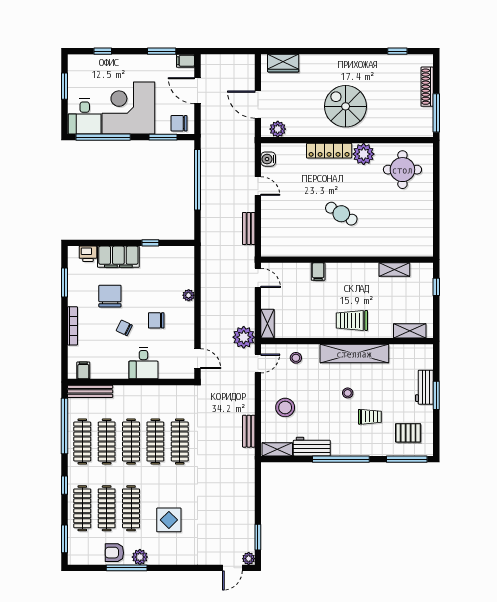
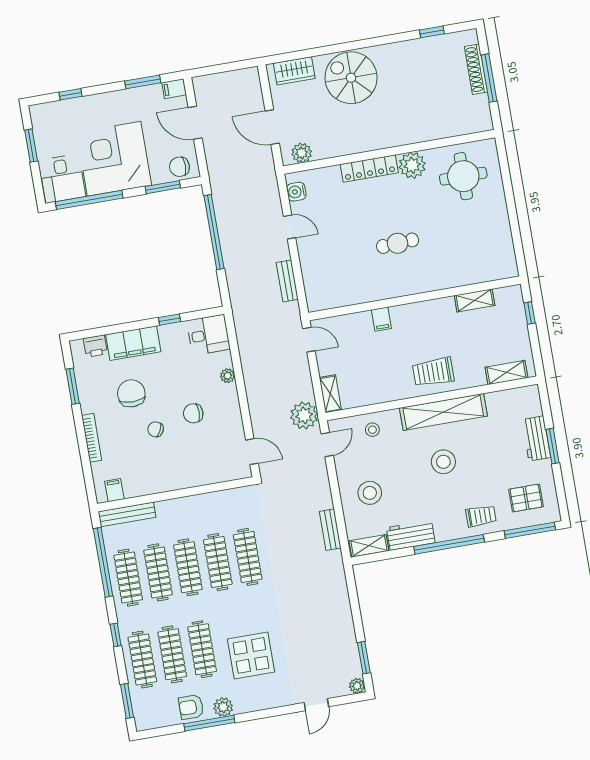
spiral stairs: (346, 106) -> (351, 78), moved
window: (436, 113) -> (489, 78), moved
cafe table: (341, 214) -> (398, 243), turned -33
desk: (143, 363) -> (208, 335), moved, turned -90
stool: (348, 393) -> (443, 462), width x1.89, depth x1.89
trolley: (370, 417) -> (481, 516), moved
display table: (169, 520) -> (251, 655), width x1.36, depth x1.36
door: (232, 568) -> (316, 705), moved

